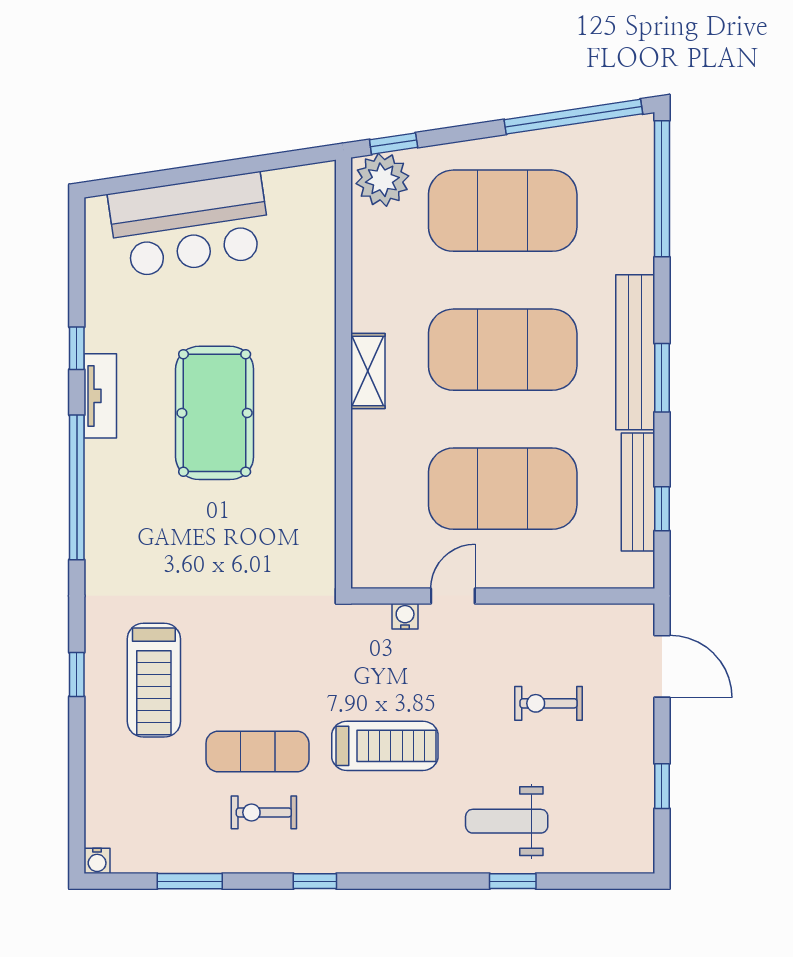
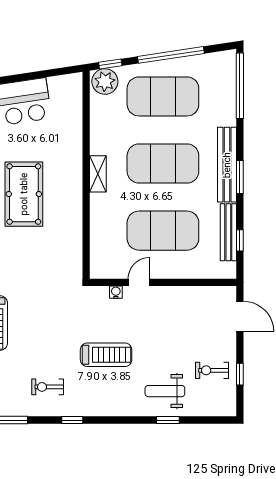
window: (573, 117) -> (171, 55), moved
exercise bike: (549, 703) -> (212, 370), moved
exercise mat: (257, 751) -> (45, 357), removed

